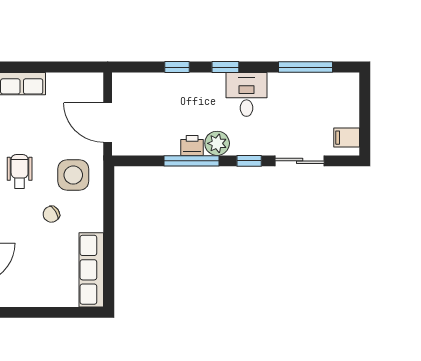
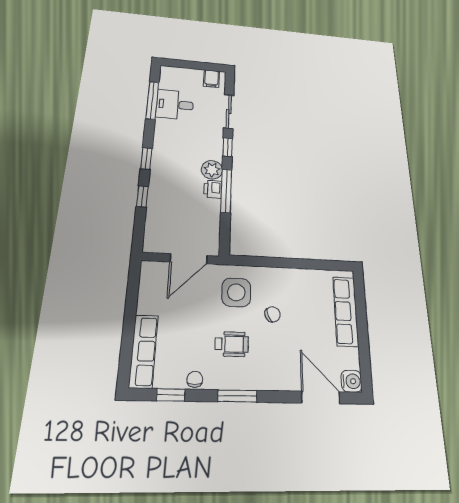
desk: (247, 94) -> (175, 105), moved
wheelchair: (20, 171) -> (232, 344), turned 180
chair: (51, 214) -> (273, 314), turned -79
row of seats: (91, 270) -> (346, 311), moved, turned 90

